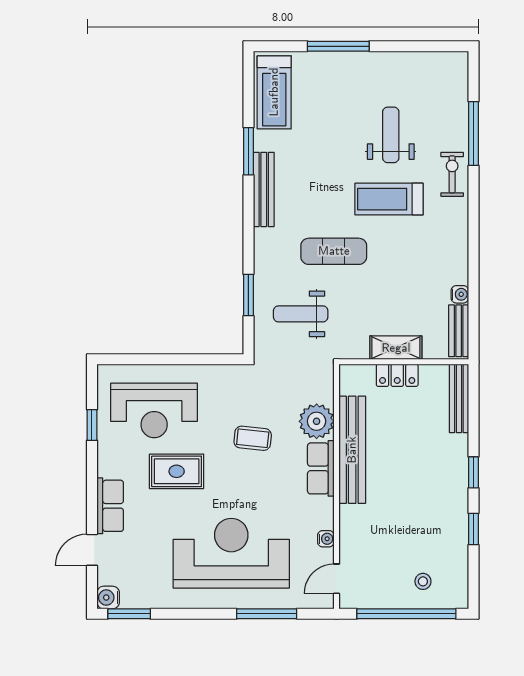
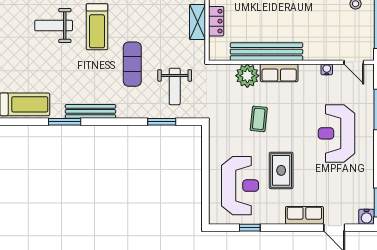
reception desk: (231, 553) -> (337, 133), width x0.74, depth x0.77

